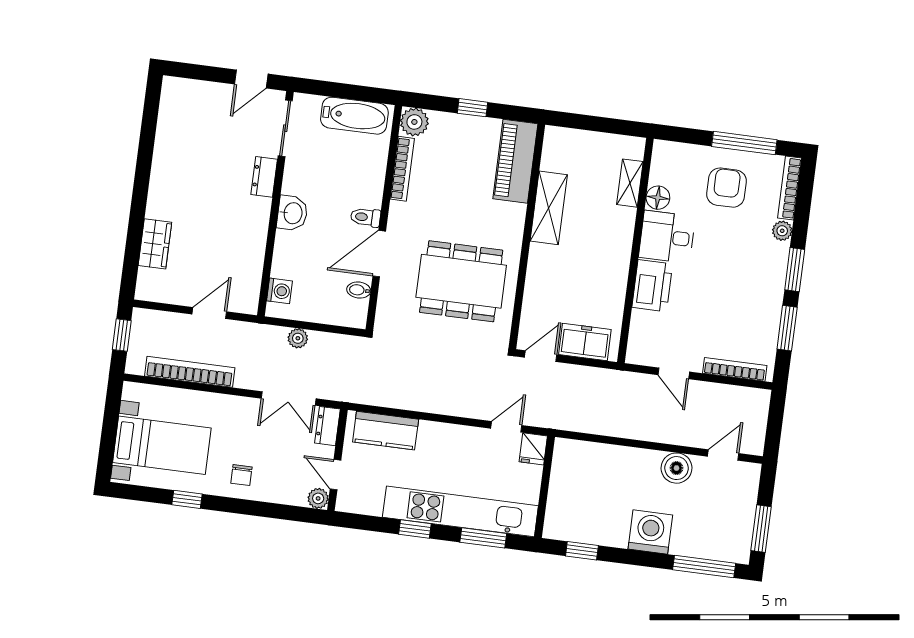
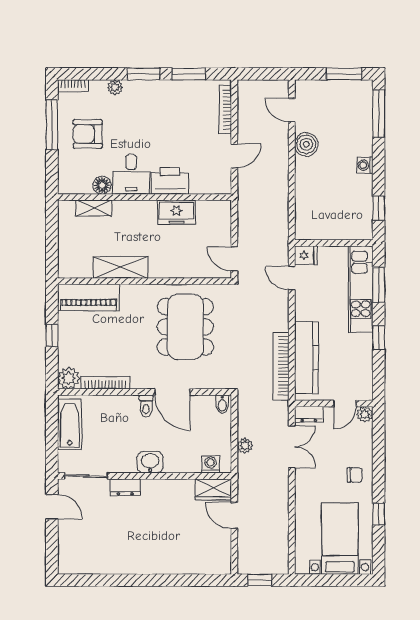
bookcase: (790, 188) -> (73, 86), width x0.64
wardrobe: (155, 244) -> (213, 489), moved, turned 180
bidet: (359, 290) -> (222, 404), moved
freezer: (585, 342) -> (176, 212), moved, turned -90
bookcase: (190, 372) -> (281, 366), moved
kitchen counter: (386, 431) -> (307, 358), width x1.50
kitchen unit: (460, 511) -> (361, 289), width x0.73
washing machine: (650, 532) -> (365, 165), width x0.53, depth x0.53

